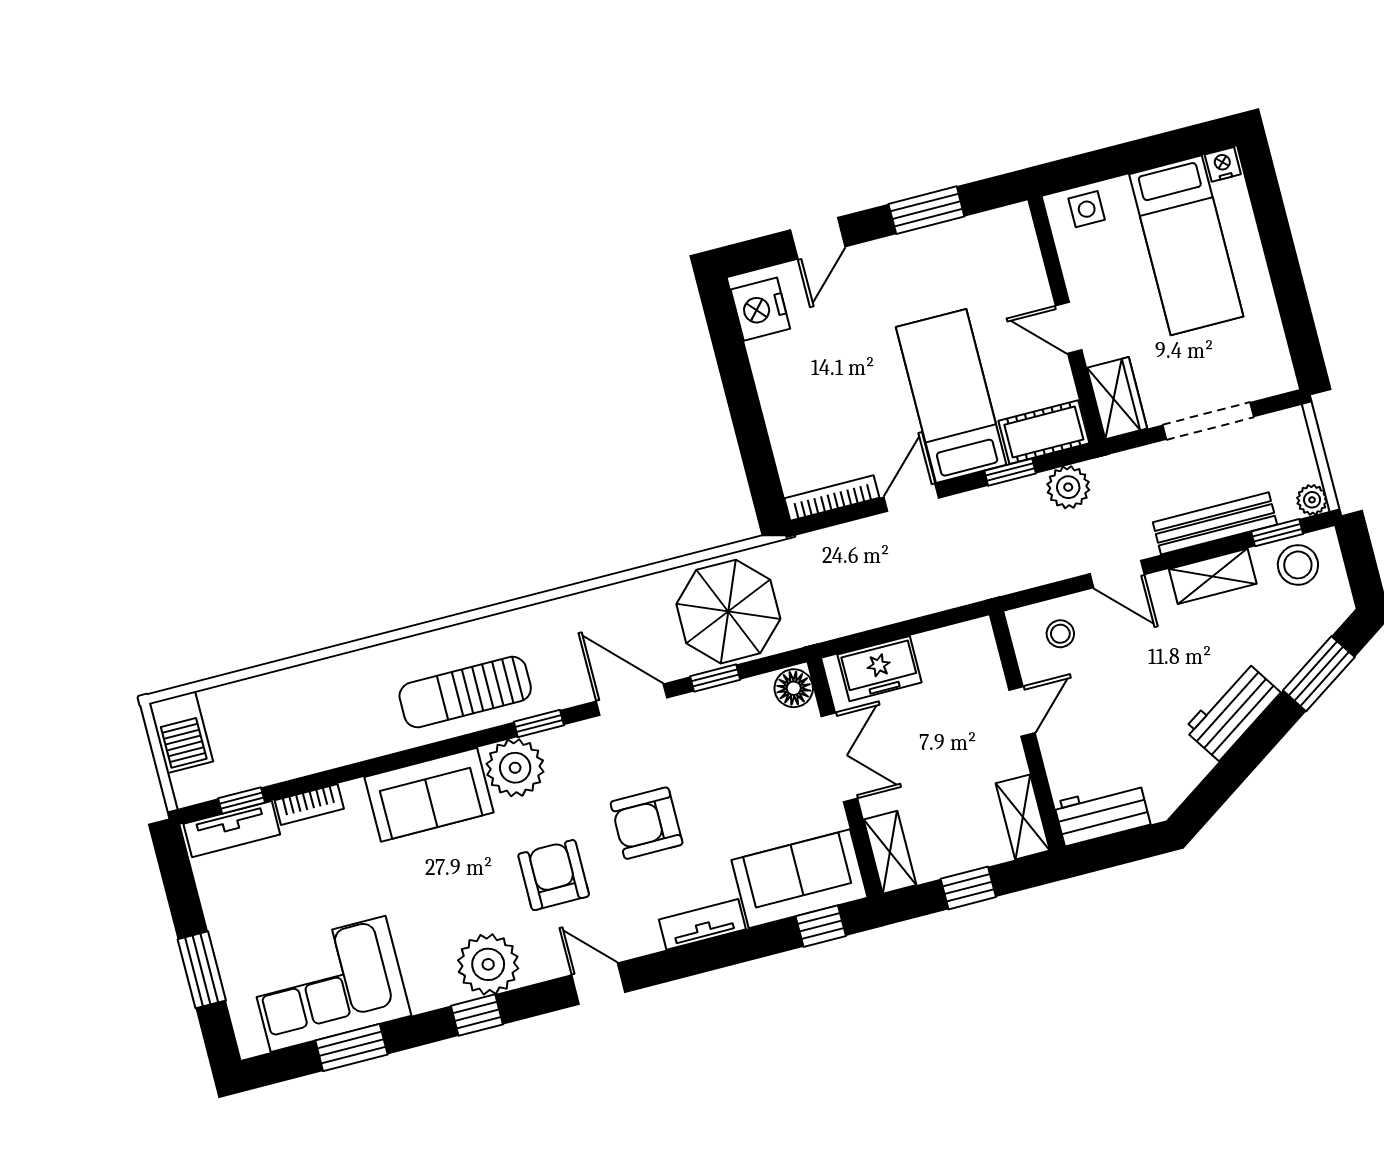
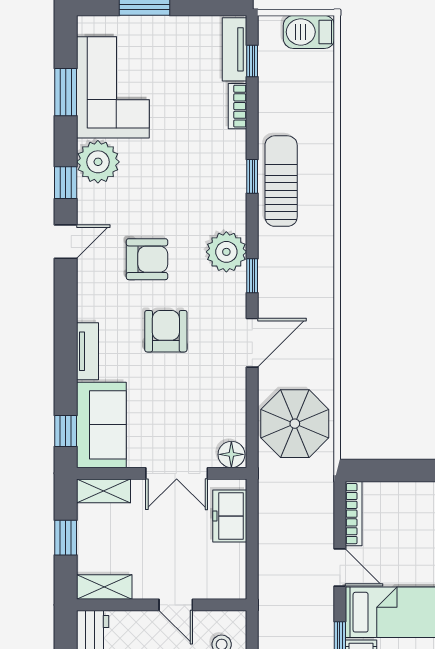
window: (715, 678) -> (252, 176), moved
sun lounger: (465, 692) -> (281, 181), moved
sofa: (429, 795) -> (223, 189), removed
plant: (488, 964) -> (98, 162), moved
door: (598, 984) -> (66, 242), moved

